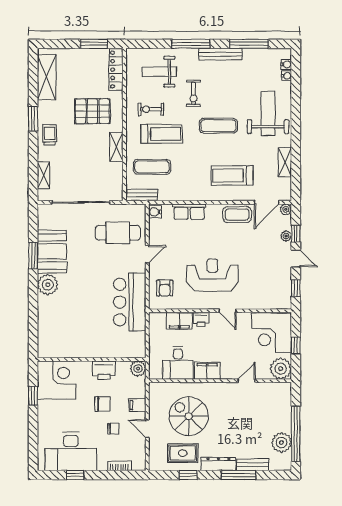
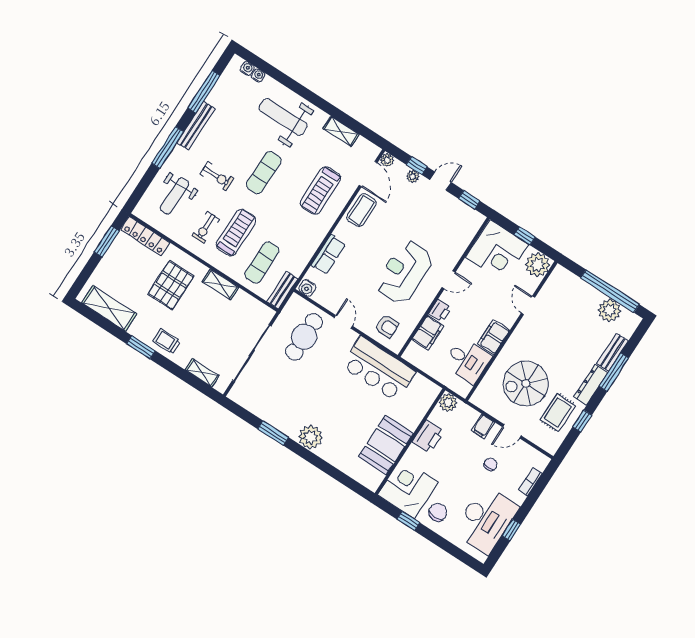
booth: (52, 251) -> (386, 445), moved, turned 90
chair: (103, 404) -> (438, 512), moved

